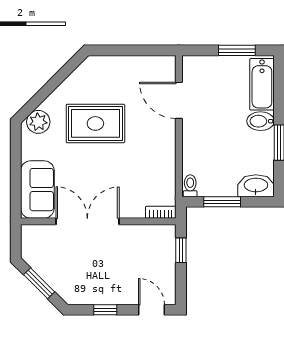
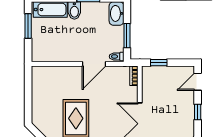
door: (179, 100) -> (94, 64), moved

